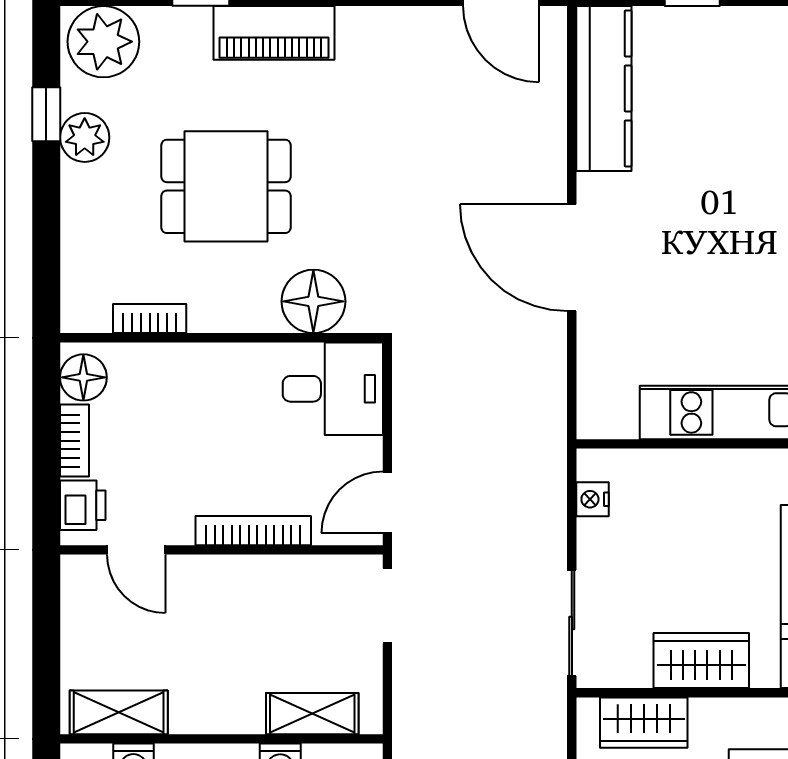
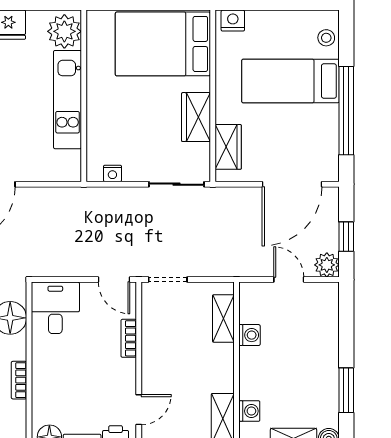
bookcase: (150, 319) -> (19, 380), moved
bookcase: (253, 531) -> (129, 338), width x0.64

